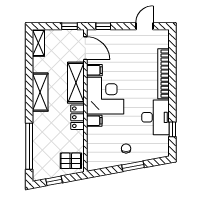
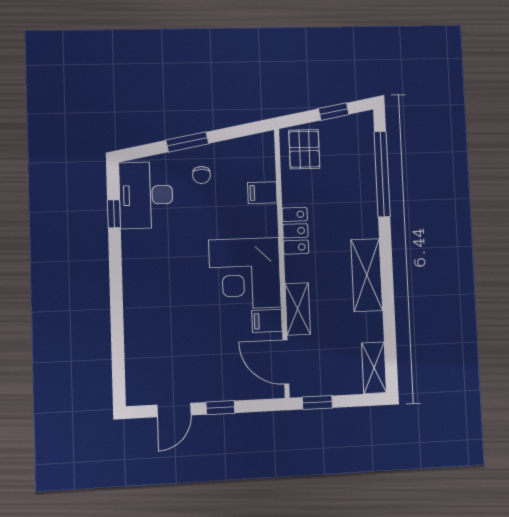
window: (103, 26) -> (220, 408), moved
bookcase: (163, 74) -> (134, 320), removed
shelving: (76, 83) -> (298, 309), width x0.67, depth x0.75
desk: (155, 117) -> (146, 195), moved
filing cabinet: (94, 121) -> (262, 193), moved
pallet: (71, 161) -> (304, 149), turned 90

